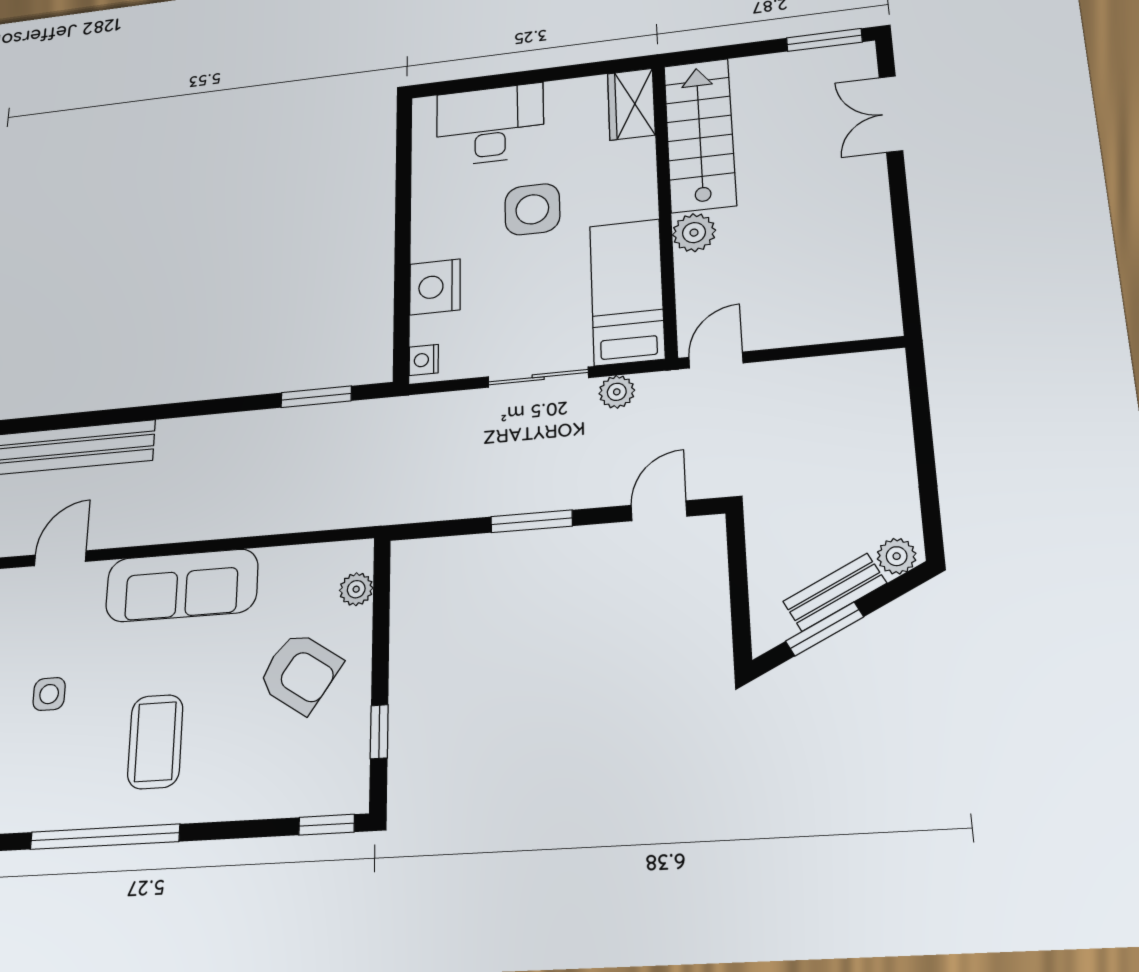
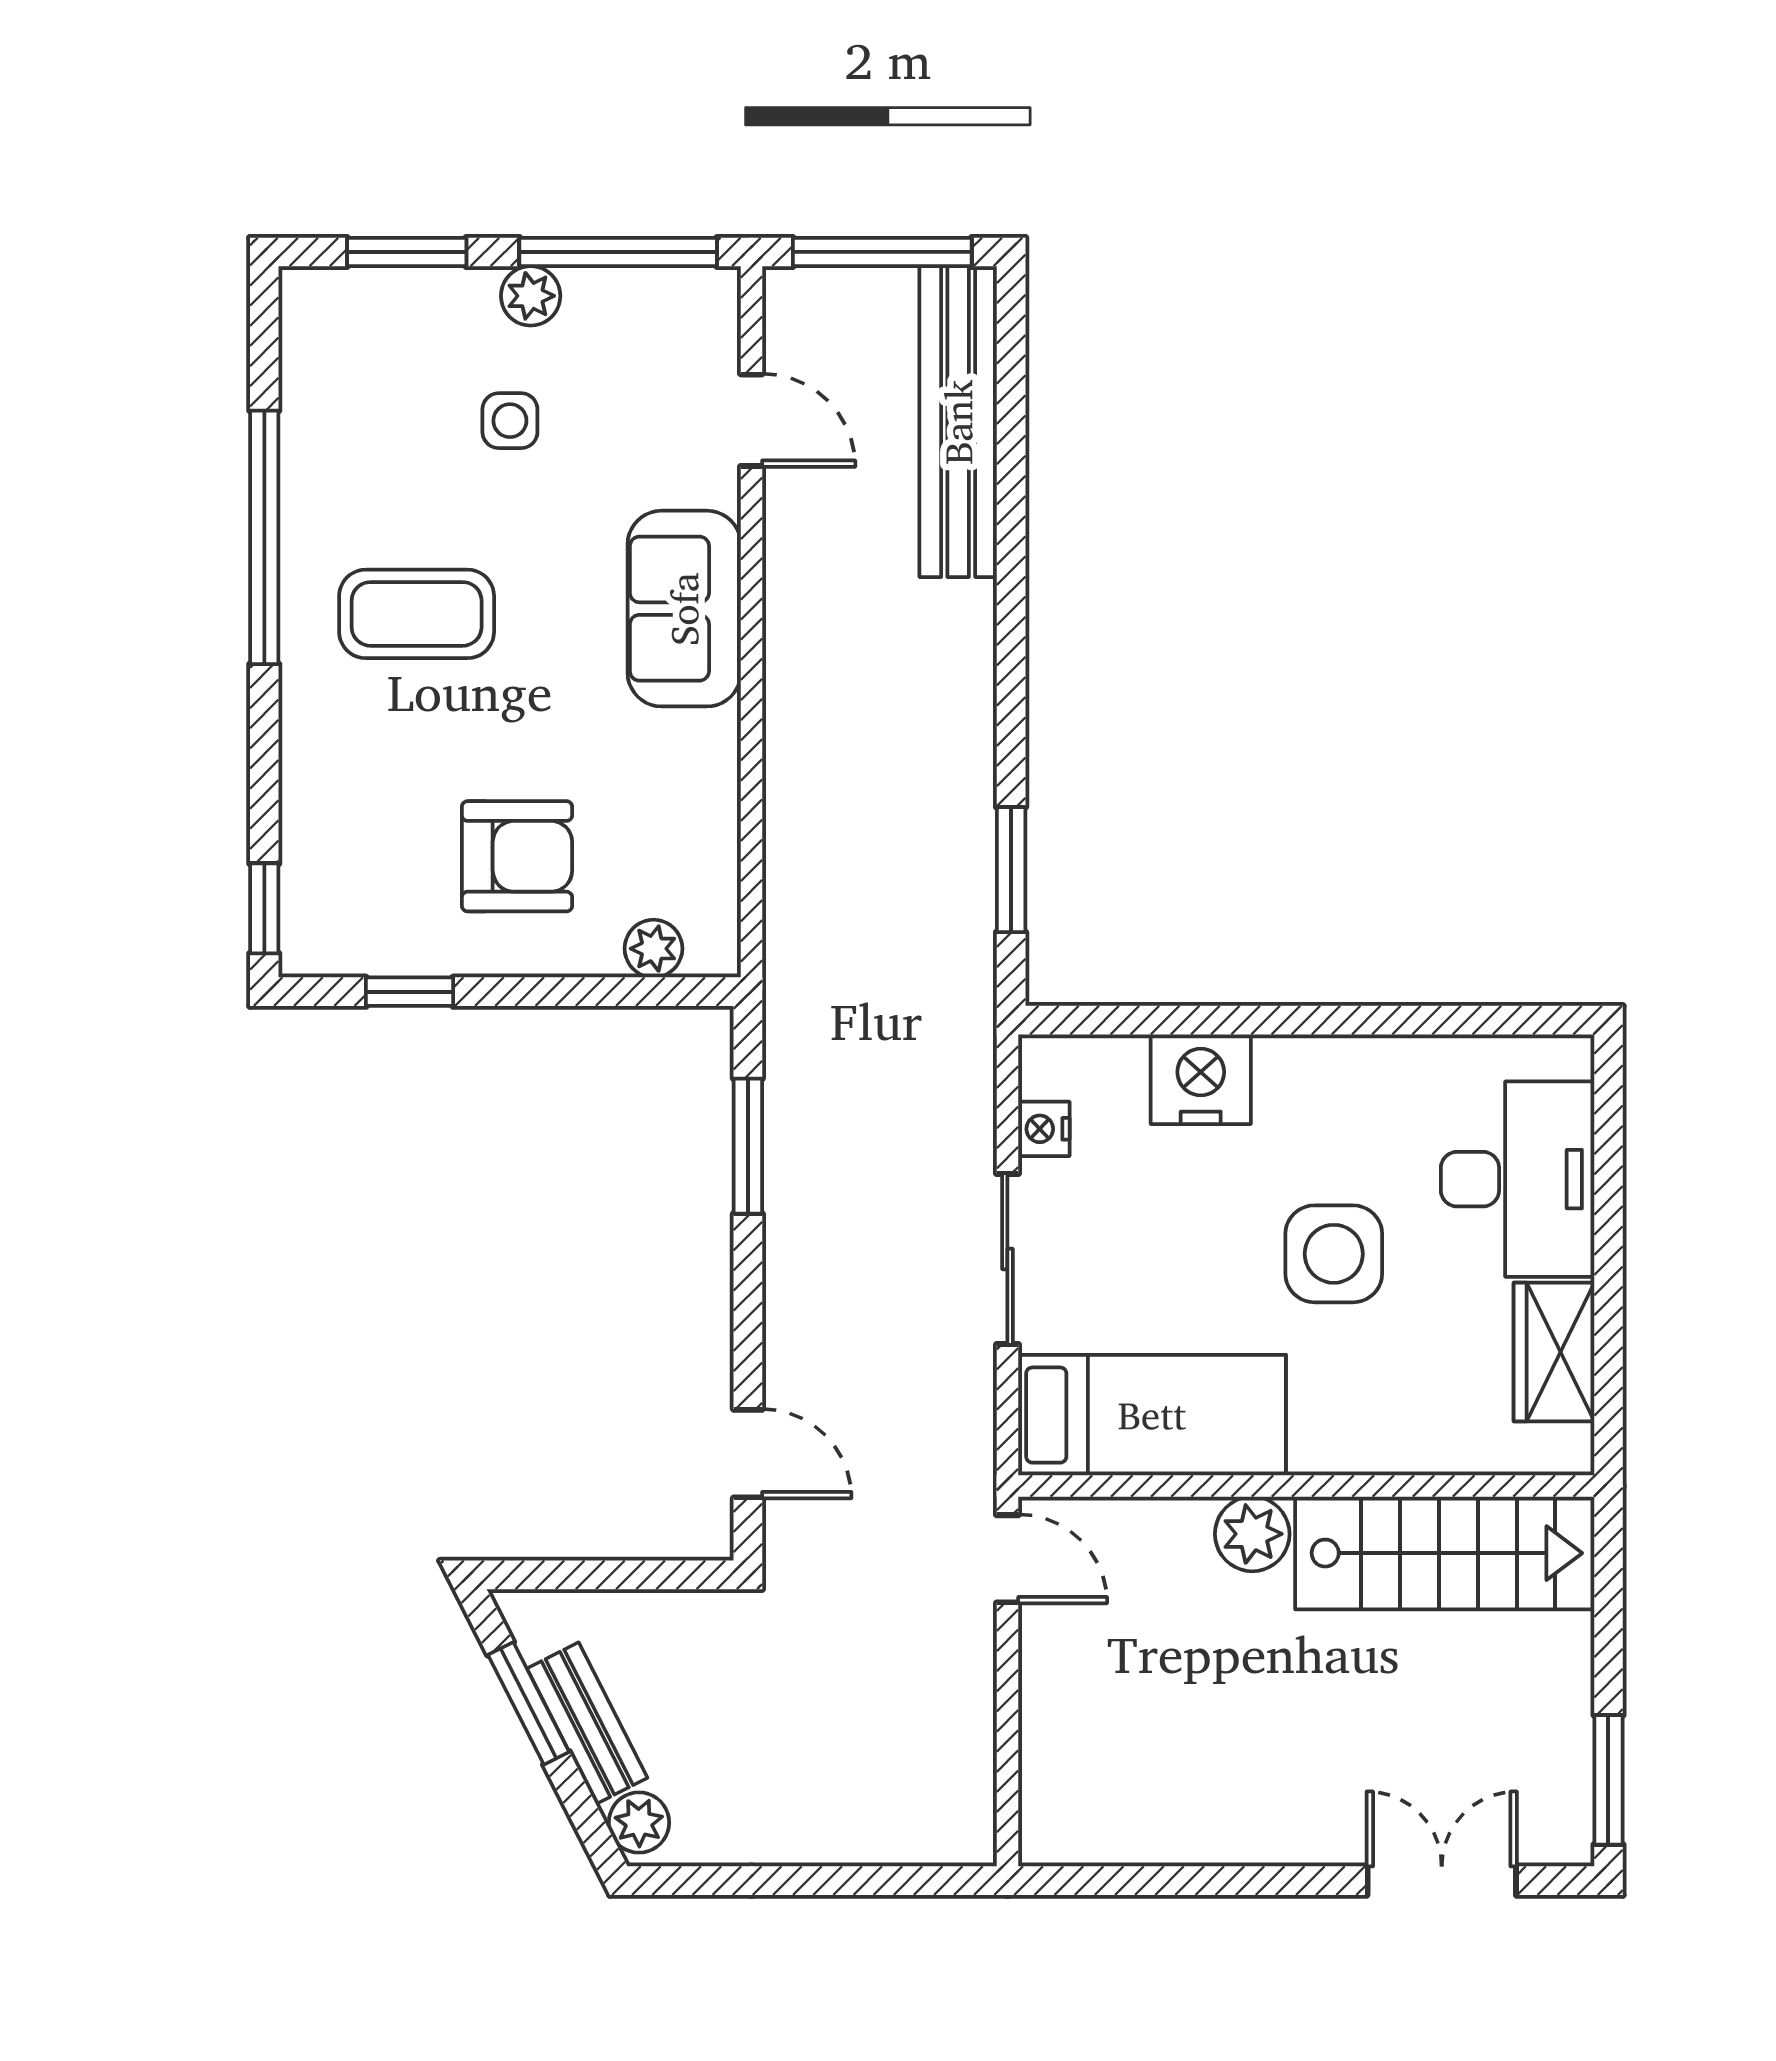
wardrobe: (631, 104) -> (1554, 1352), moved, turned -90
nightstand: (424, 360) -> (1044, 1129), moved, turned -90
plant: (617, 392) -> (967, 1392), removed
window: (532, 521) -> (748, 1146), moved
sofa: (182, 585) -> (684, 609), width x0.73
armchair: (300, 673) -> (517, 856), turned -124

